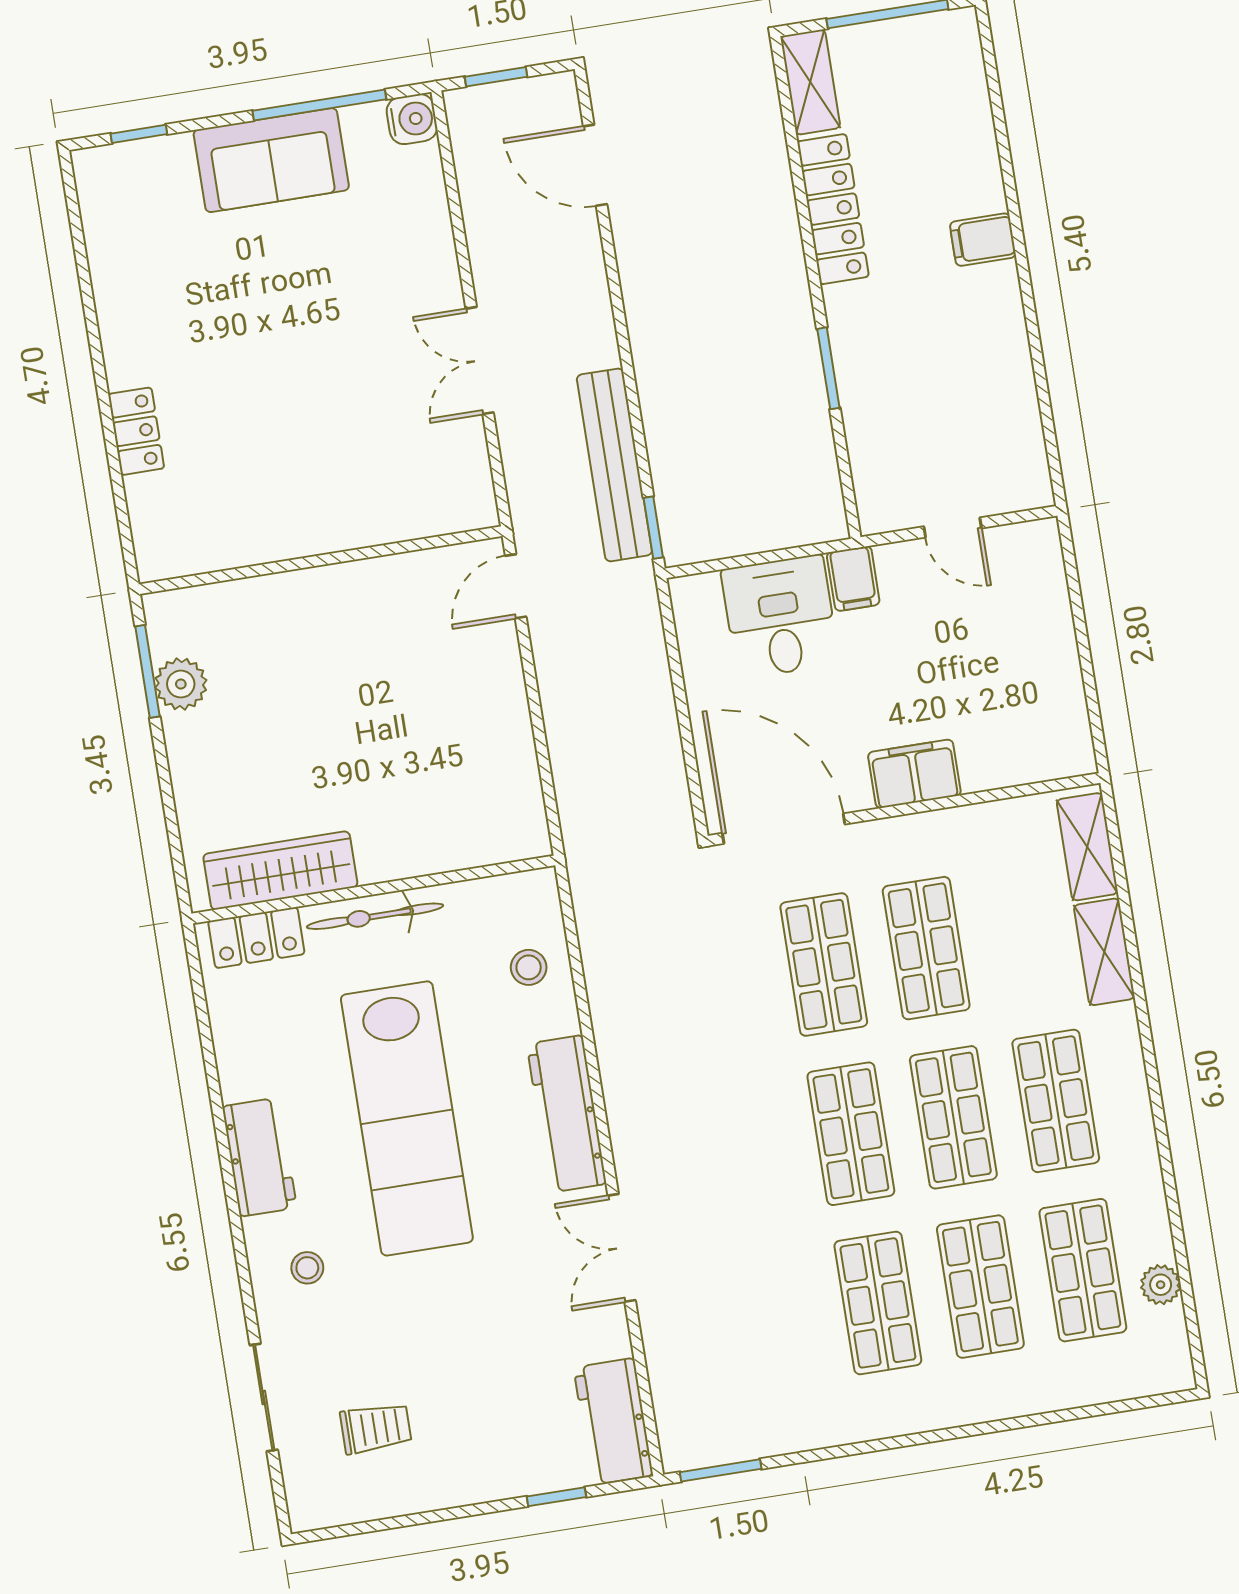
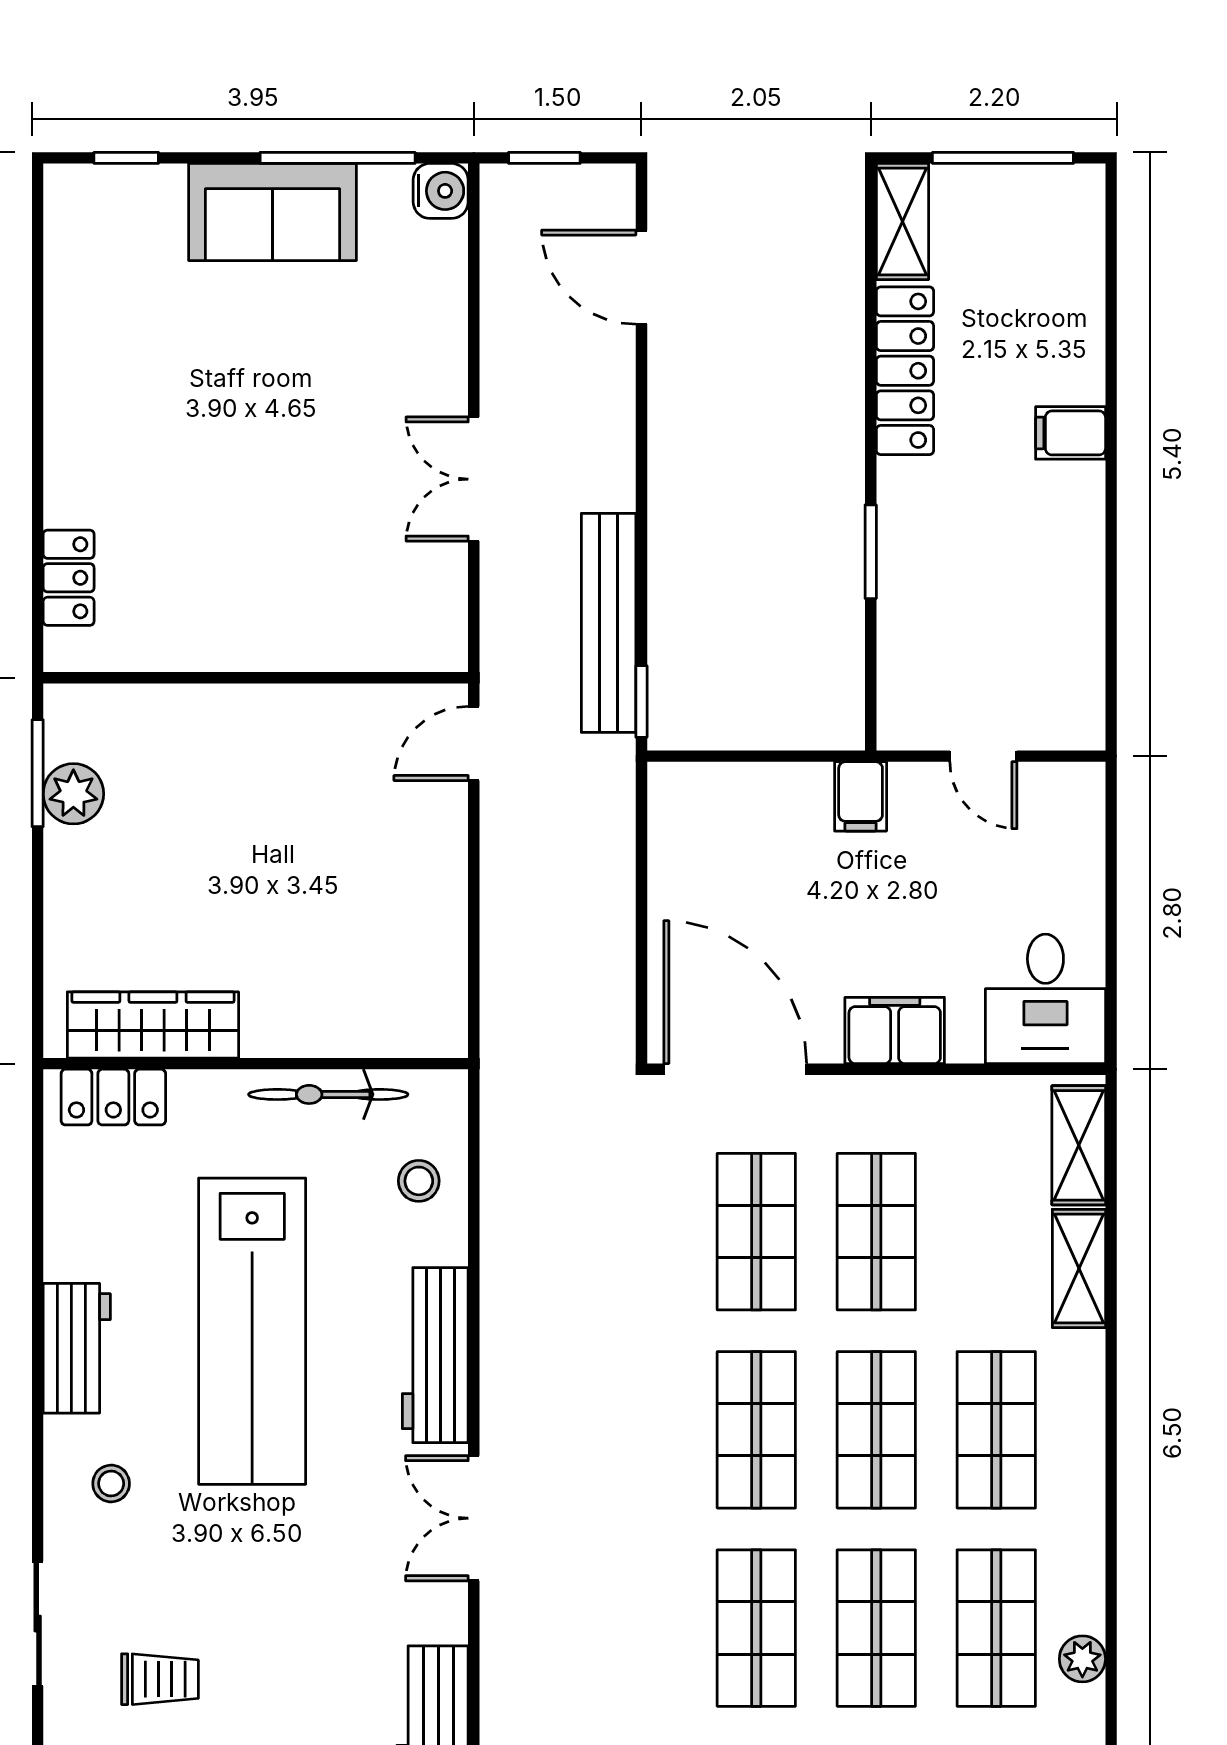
locker: (136, 431) -> (69, 578), moved
desk: (780, 617) -> (1045, 999), moved, turned 180
bicycle: (375, 916) -> (328, 1094), moved

